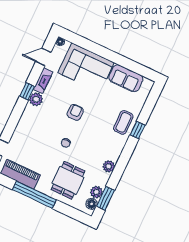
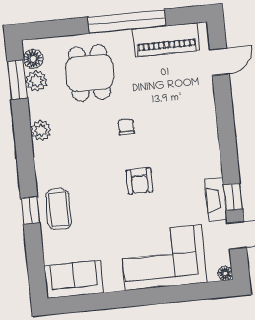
sofa: (126, 78) -> (74, 279), moved
window: (27, 91) -> (233, 197), moved
plant: (36, 99) -> (210, 166), removed

